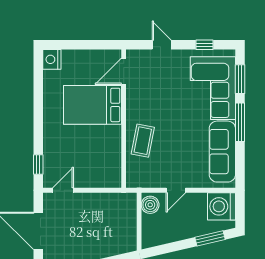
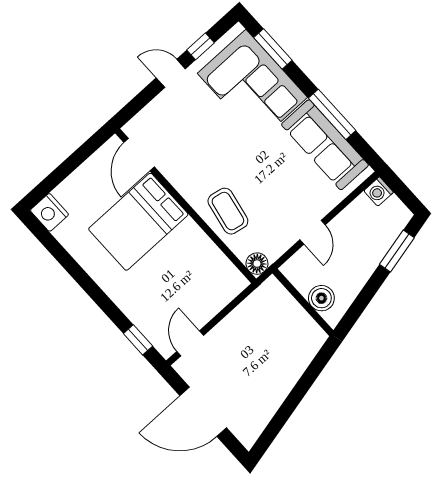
door: (162, 45) -> (171, 73), moved
window: (240, 122) -> (332, 114), moved
floor lamp: (133, 181) -> (257, 264), added
boiler: (150, 205) -> (321, 298), moved
washing machine: (222, 206) -> (379, 191), width x0.53, depth x0.53

